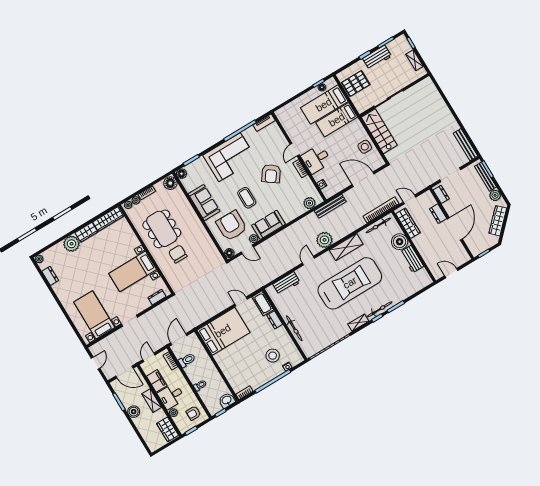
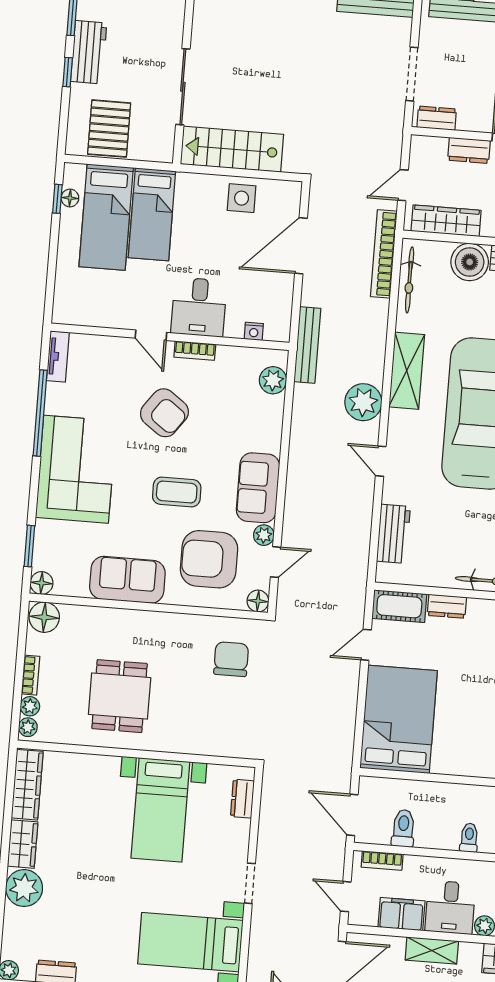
dining table: (162, 229) -> (120, 696), width x0.73
chair: (178, 254) -> (231, 659), moved, turned 90

